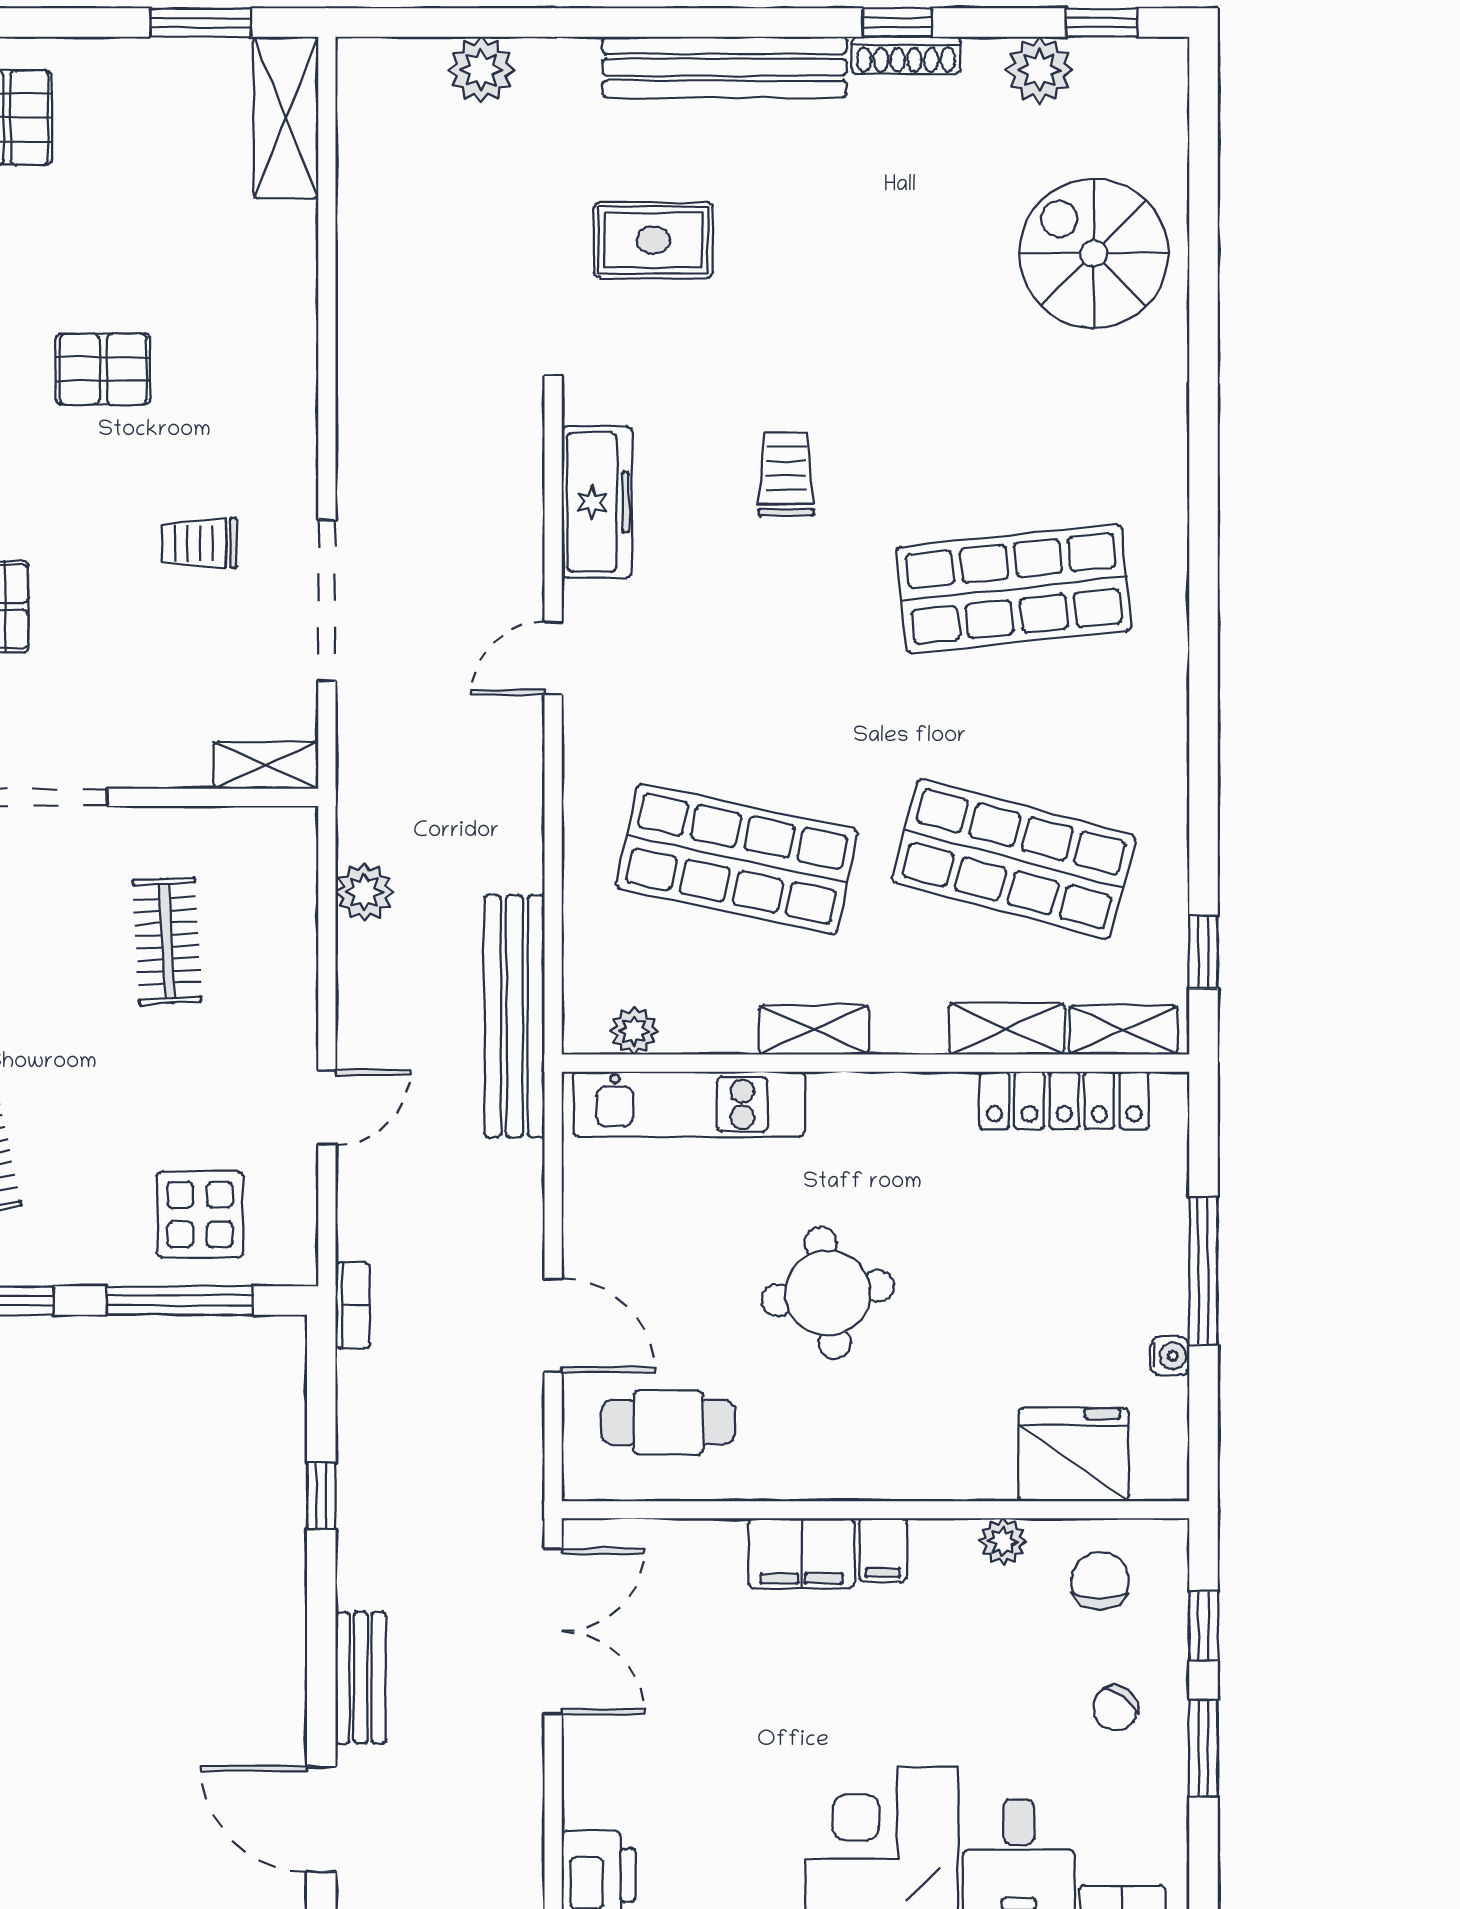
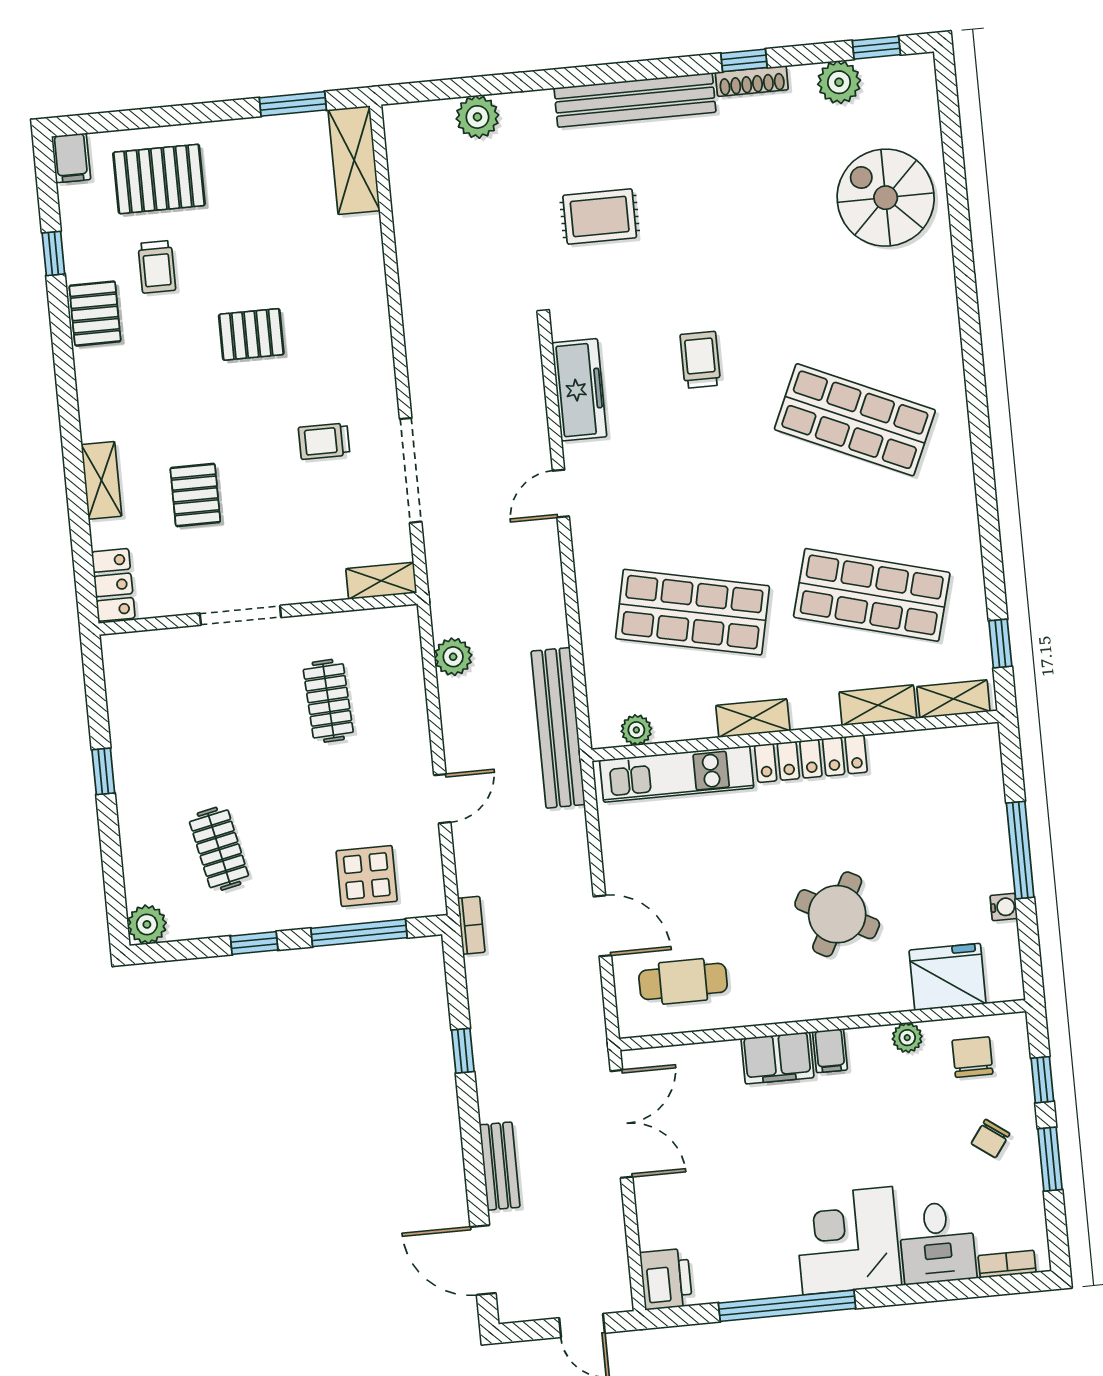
shop shelf: (1014, 589) -> (855, 420), turned 30
locker: (1064, 1100) -> (811, 759), moved
round table: (828, 1293) -> (837, 914), moved, turned 36

